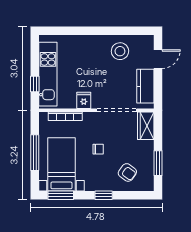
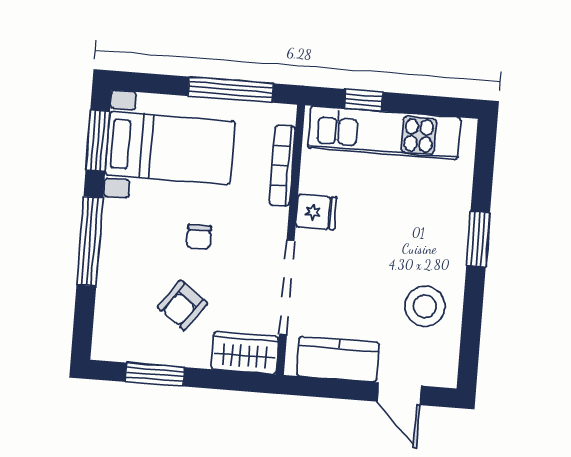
window: (90, 31) -> (478, 239), added
window: (35, 153) -> (231, 90), moved
armchair: (127, 172) -> (182, 305), moved
window: (104, 195) -> (90, 241), width x2.17

